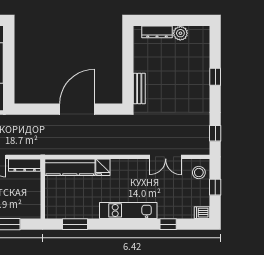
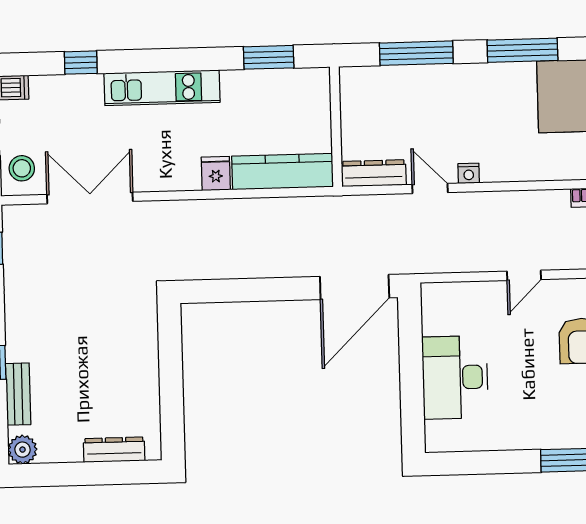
plant: (180, 33) -> (22, 450), moved
bench: (139, 89) -> (18, 394), moved
door: (77, 109) -> (355, 287), moved
double door: (166, 157) -> (90, 198), width x1.37

